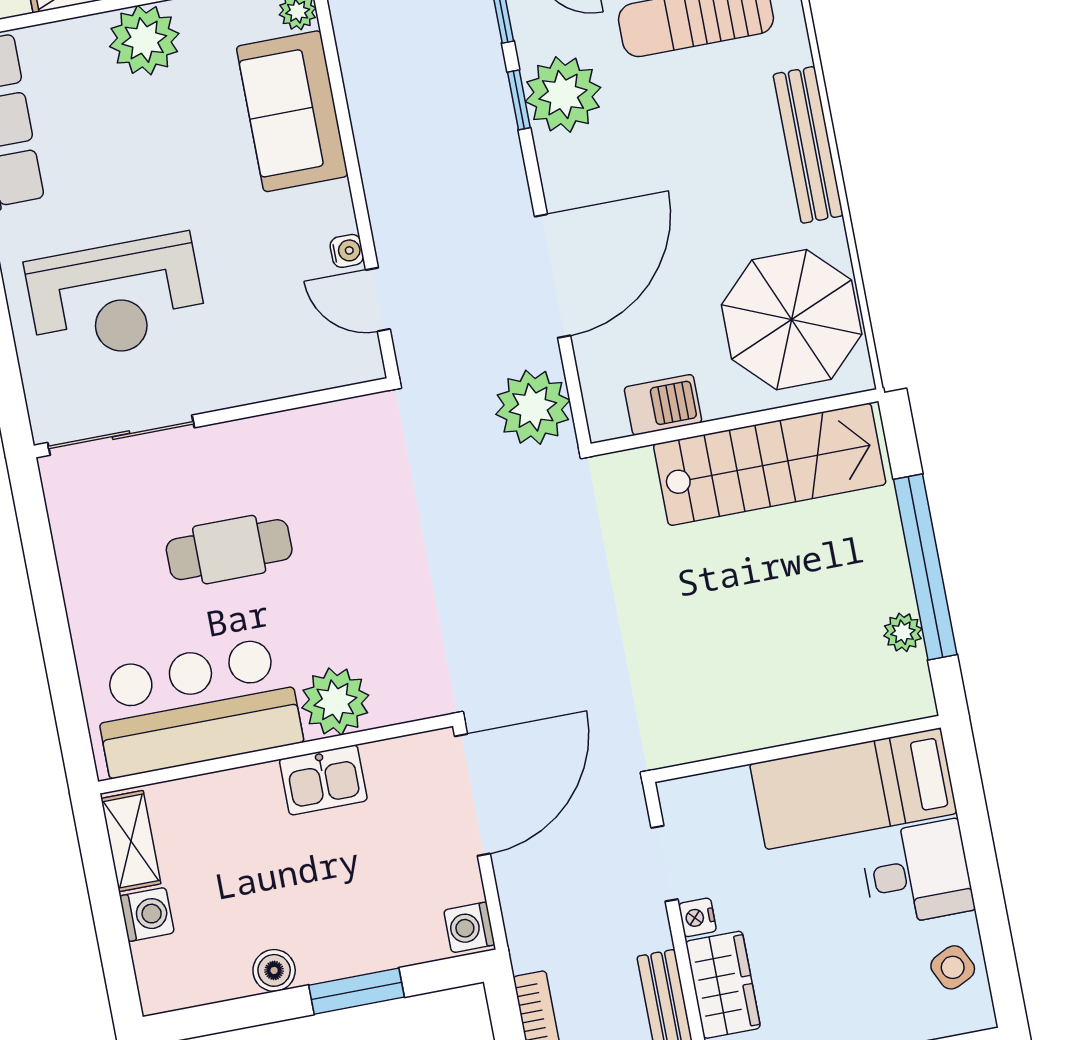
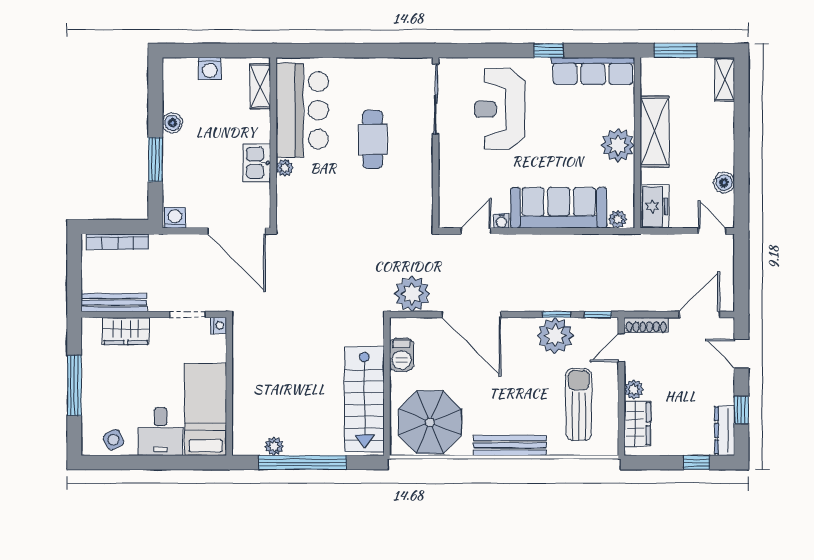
sofa: (292, 111) -> (559, 208), width x1.36
plant: (335, 702) -> (285, 168), width x0.53, depth x0.53
shelving: (131, 841) -> (260, 86), moved, turned 90
nightstand: (697, 917) -> (219, 326), moved, turned 90

